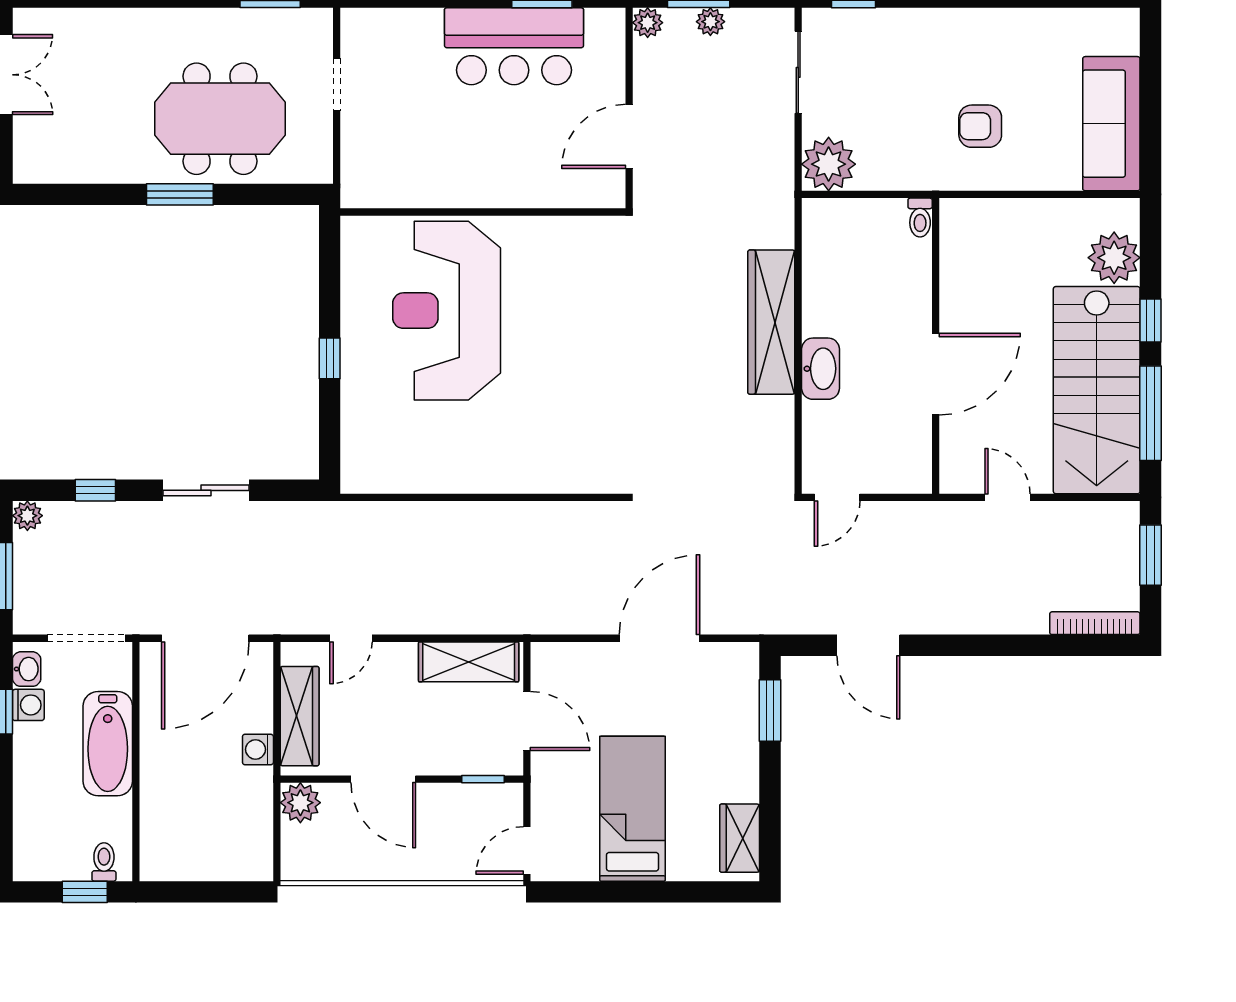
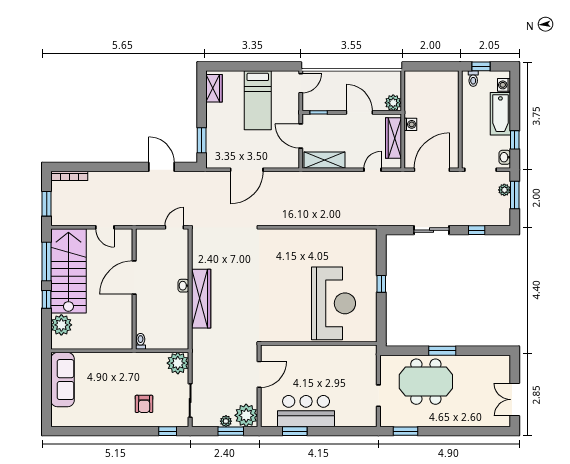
plant: (648, 23) -> (246, 415), width x1.88, depth x1.88
armchair: (980, 126) -> (144, 404), moved, turned 90
washbasin: (820, 369) -> (183, 286), width x0.52, depth x0.69
plant: (27, 516) -> (504, 190), moved
washing machine: (28, 705) -> (504, 85), moved
bathtub: (108, 744) -> (500, 114), moved, turned 180

